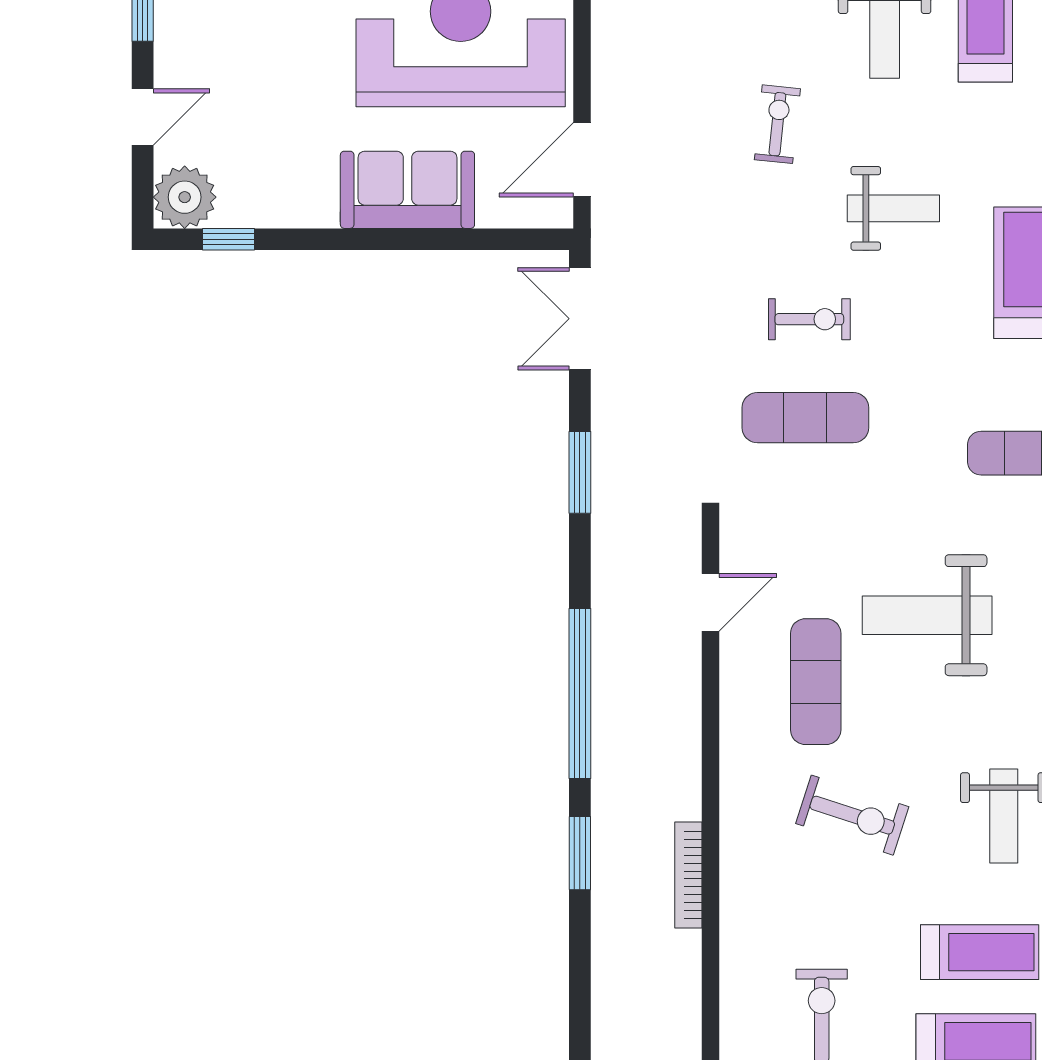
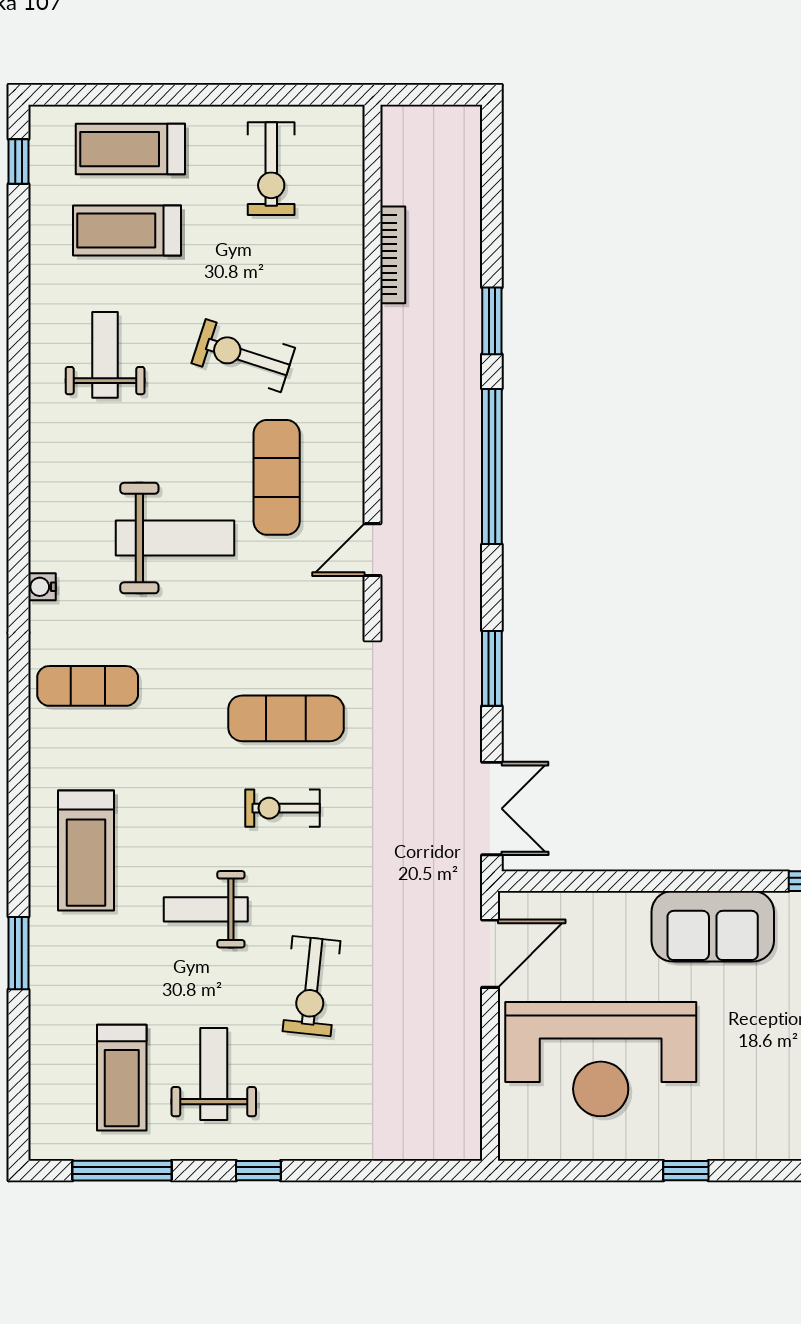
exercise bike: (777, 124) -> (312, 986), width x1.38, depth x1.39
sofa: (407, 190) -> (713, 926), moved
bookcase: (688, 875) -> (393, 255), moved

